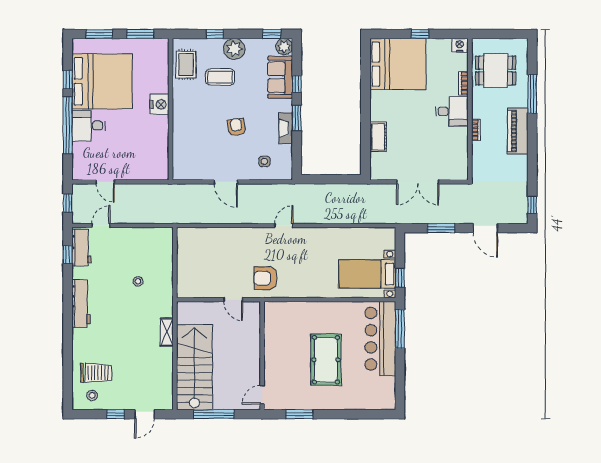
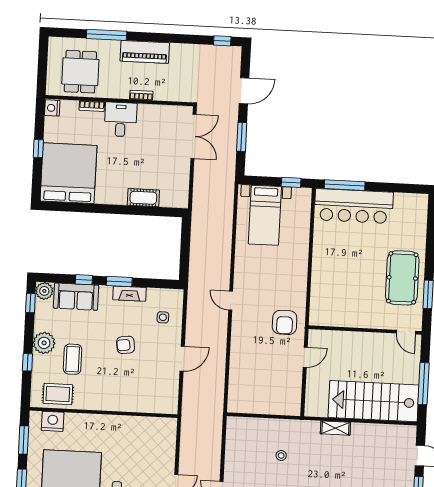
nightstand: (160, 104) -> (53, 421), moved
double door: (418, 182) -> (193, 136), moved
bed with nightstands: (367, 274) -> (265, 215), moved
pool table: (326, 360) -> (402, 278), moved, turned 90

